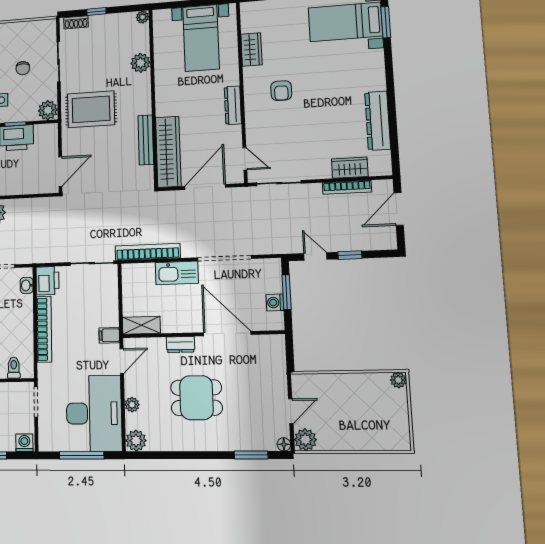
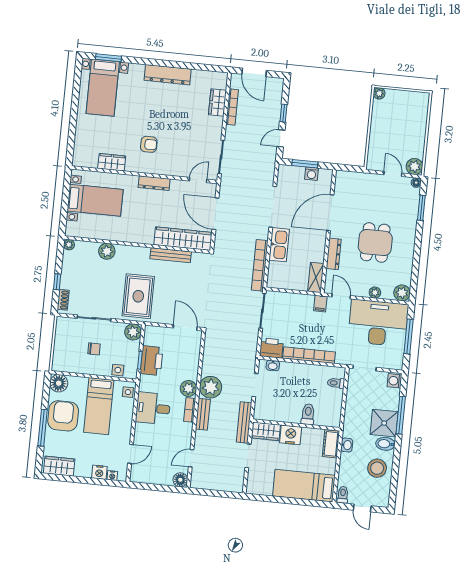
dresser: (378, 121) -> (168, 75), moved
dresser: (180, 344) -> (334, 254), width x1.44

